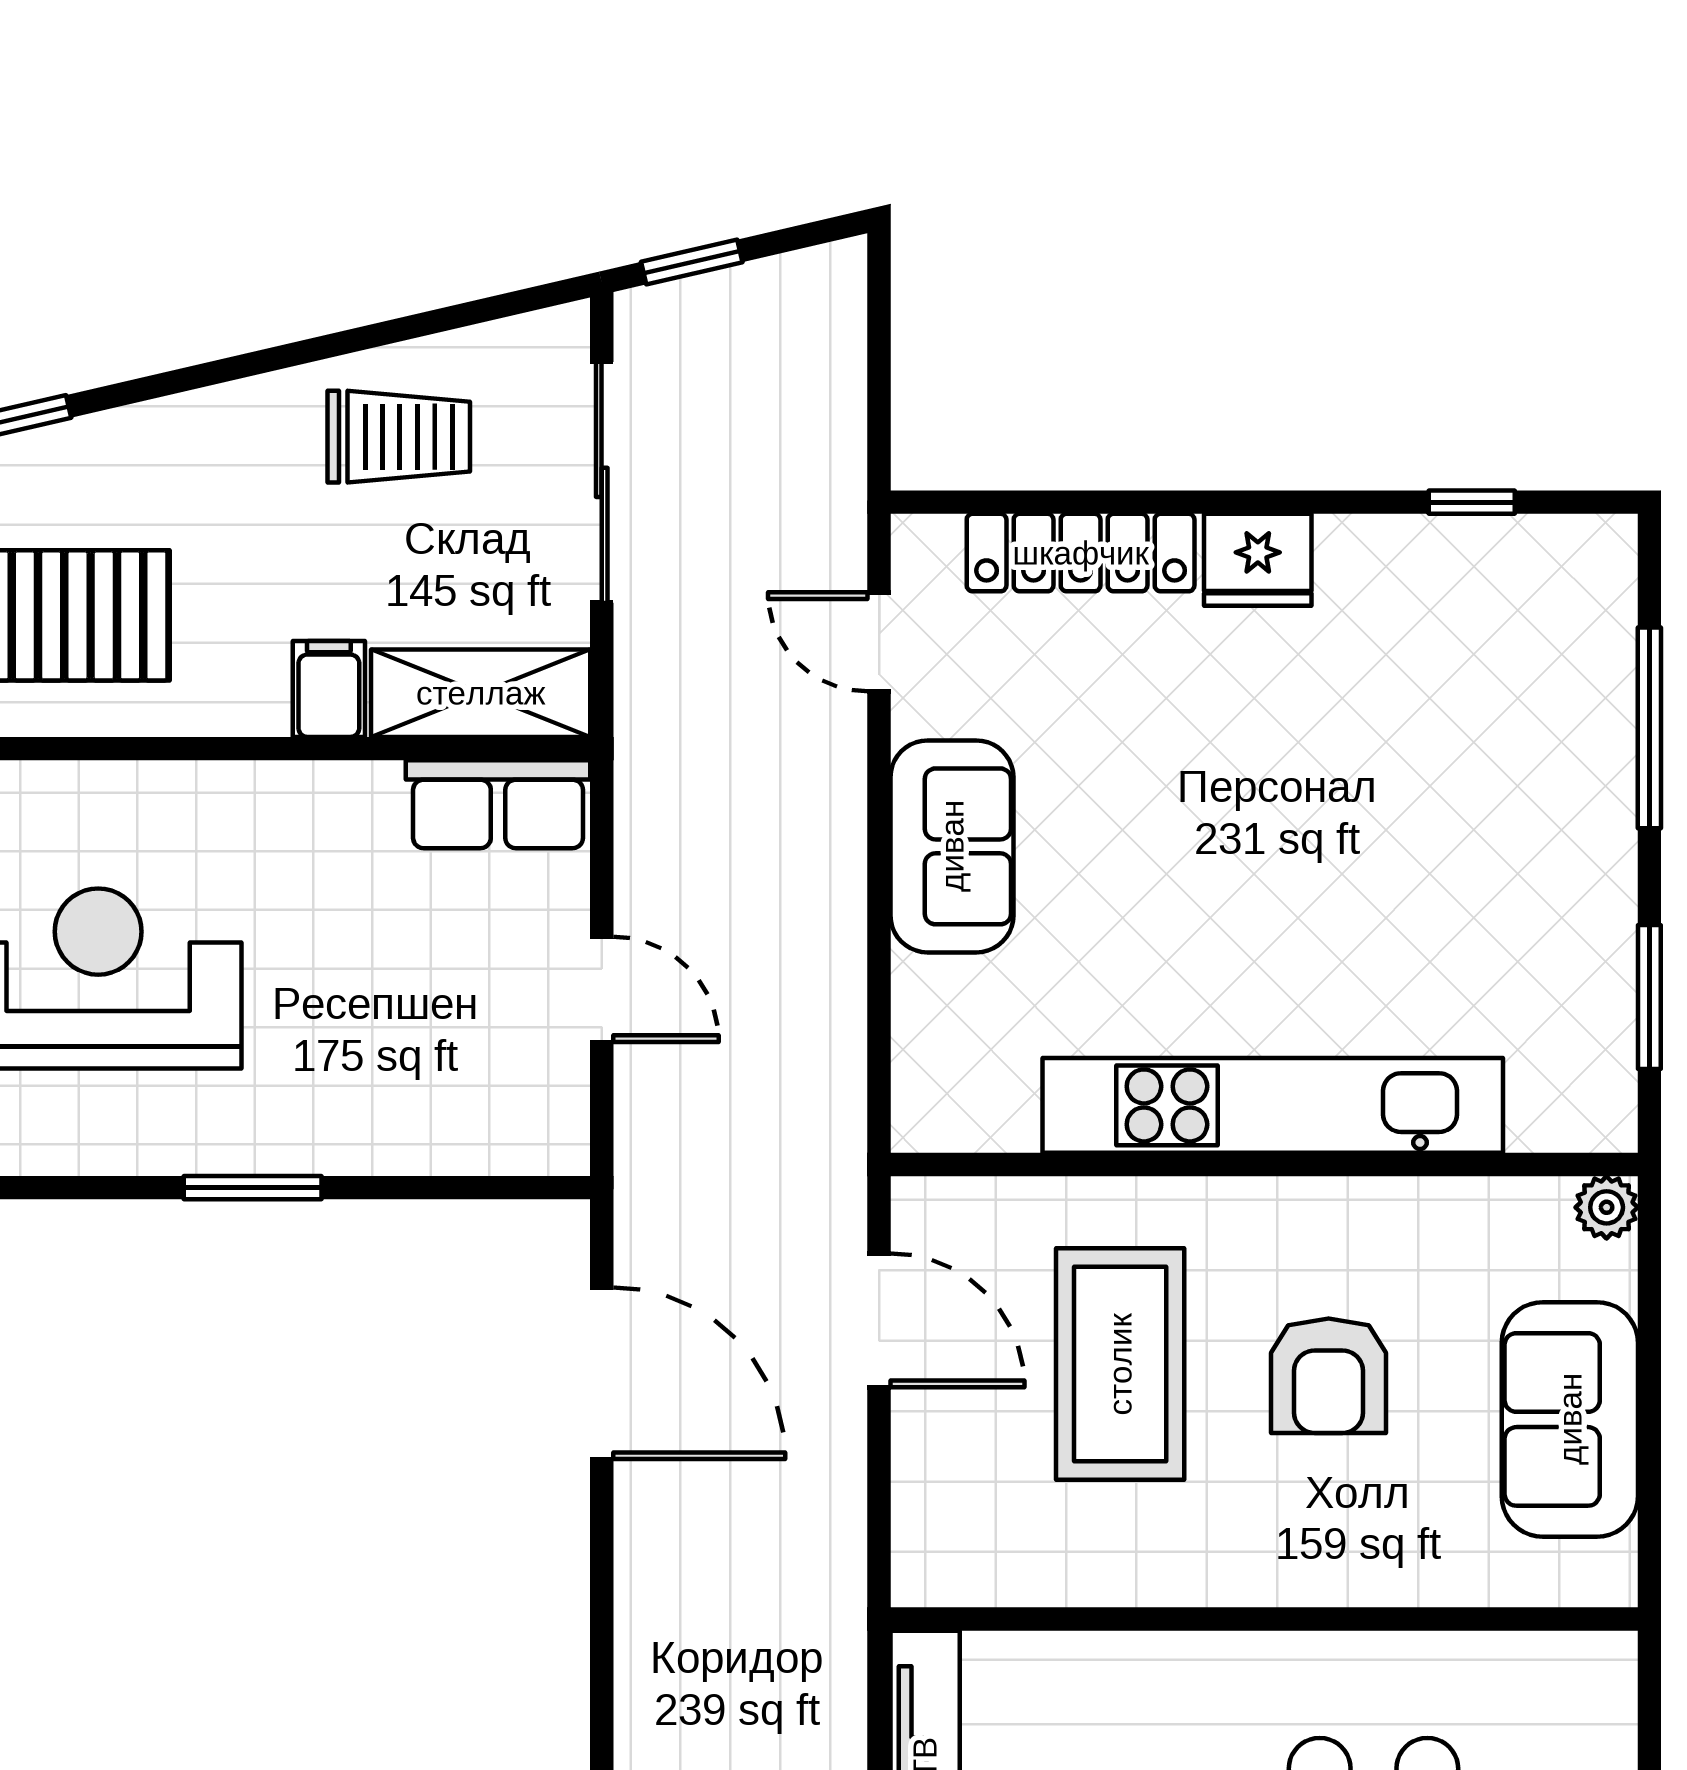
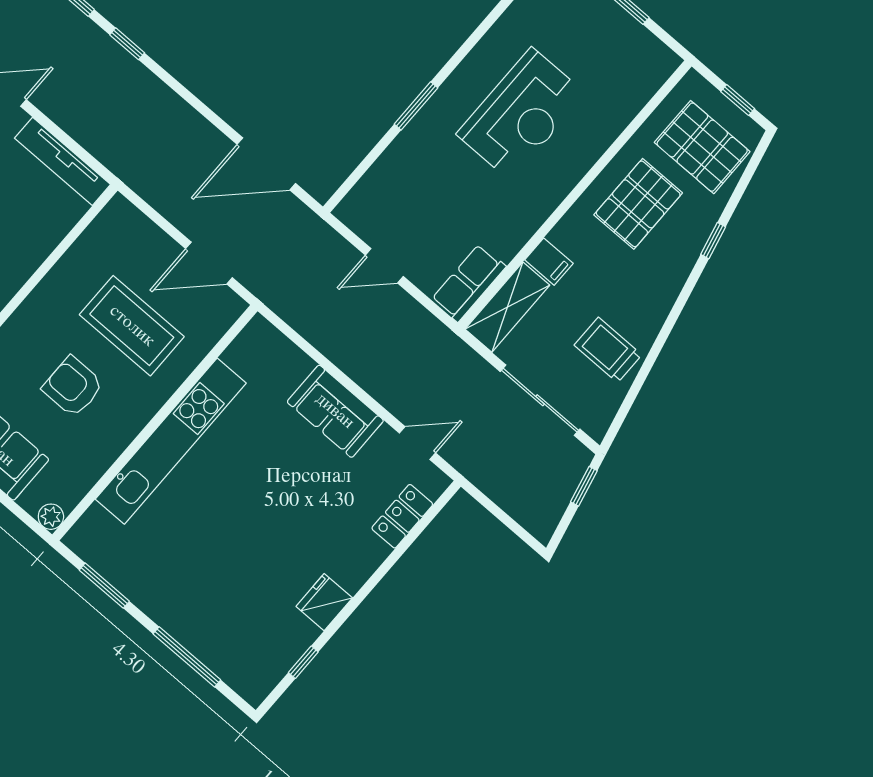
trolley: (399, 437) -> (608, 350), turned 90
locker: (1081, 553) -> (402, 516), width x0.66
fridge: (1258, 560) -> (324, 602), moved

